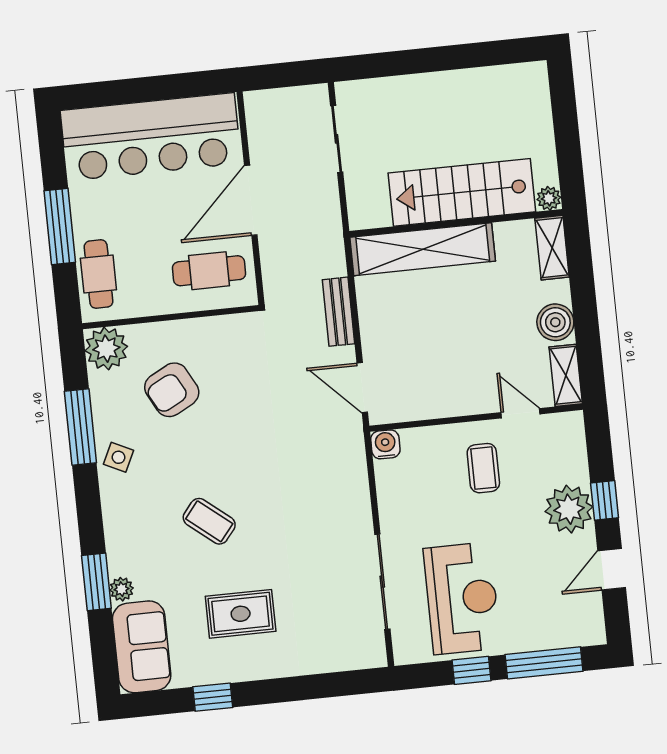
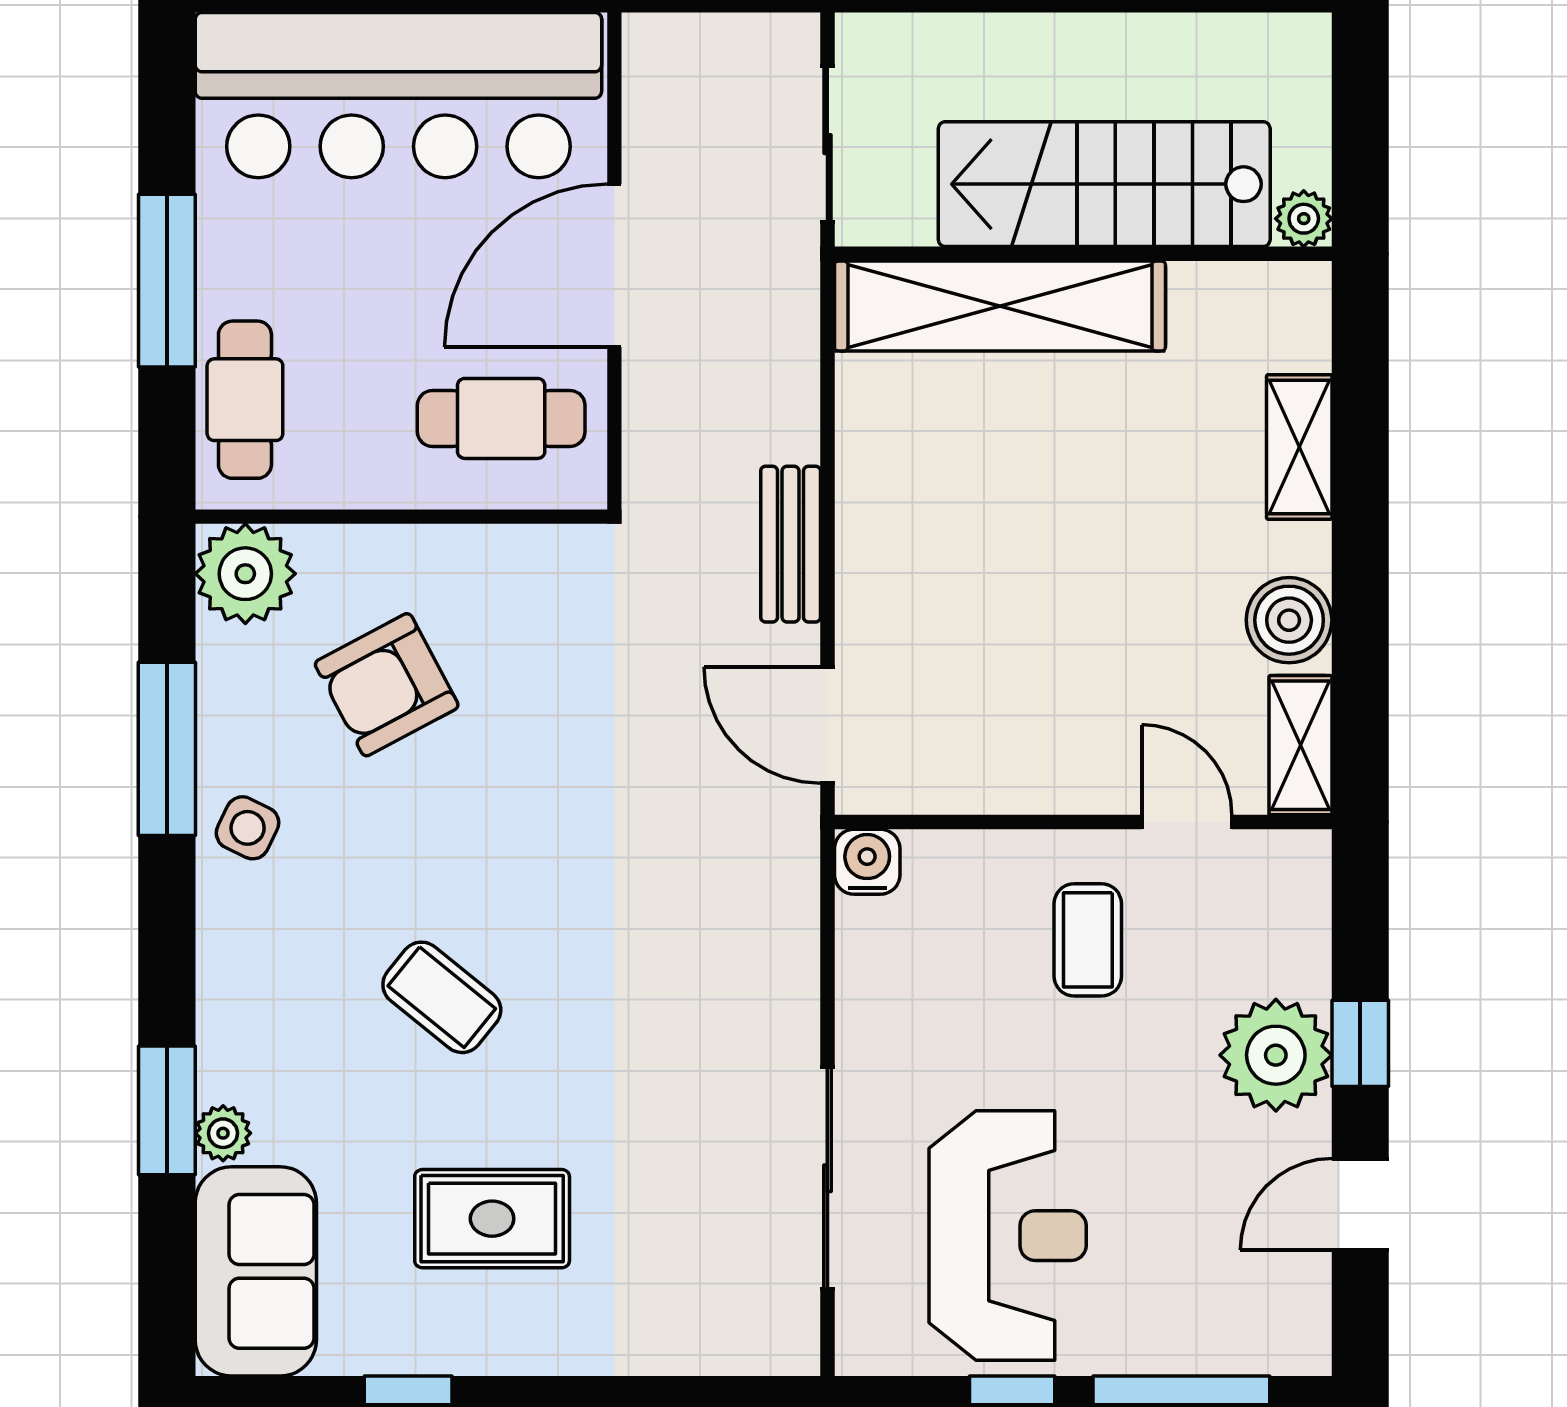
stairs: (462, 192) -> (1104, 184), moved
plant: (549, 198) -> (1304, 219), moved
wall: (456, 223) -> (1083, 254), moved
shelving: (423, 249) -> (1000, 306), moved

